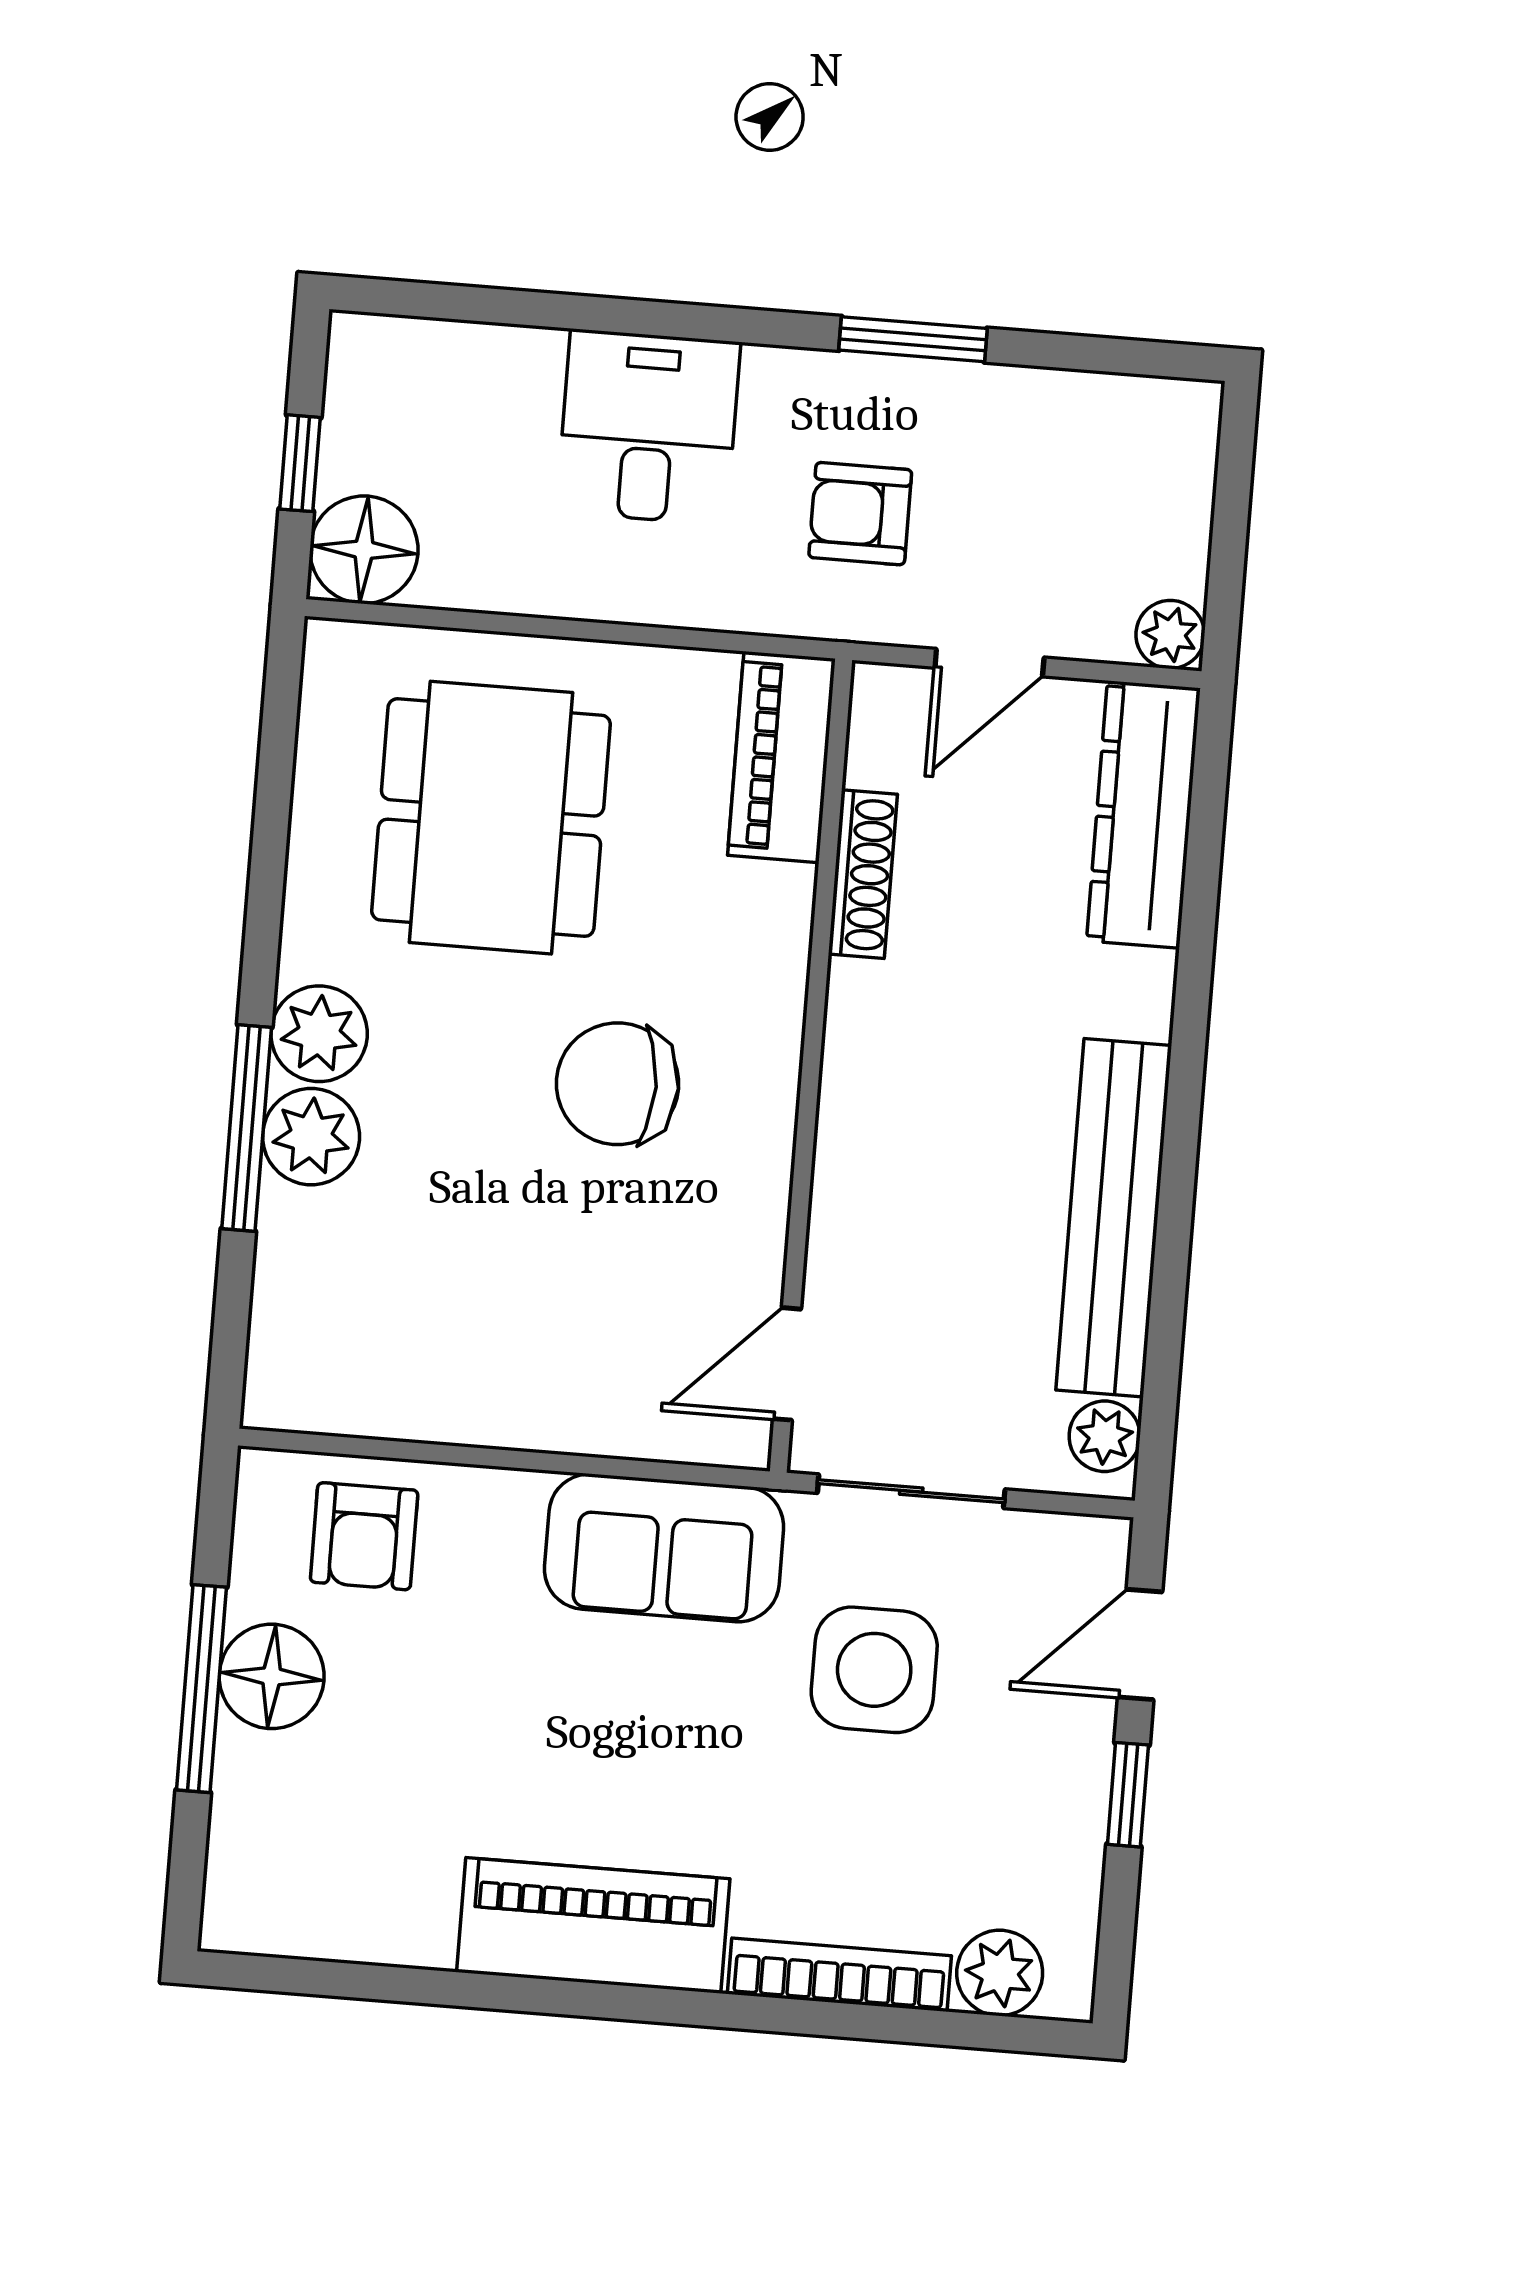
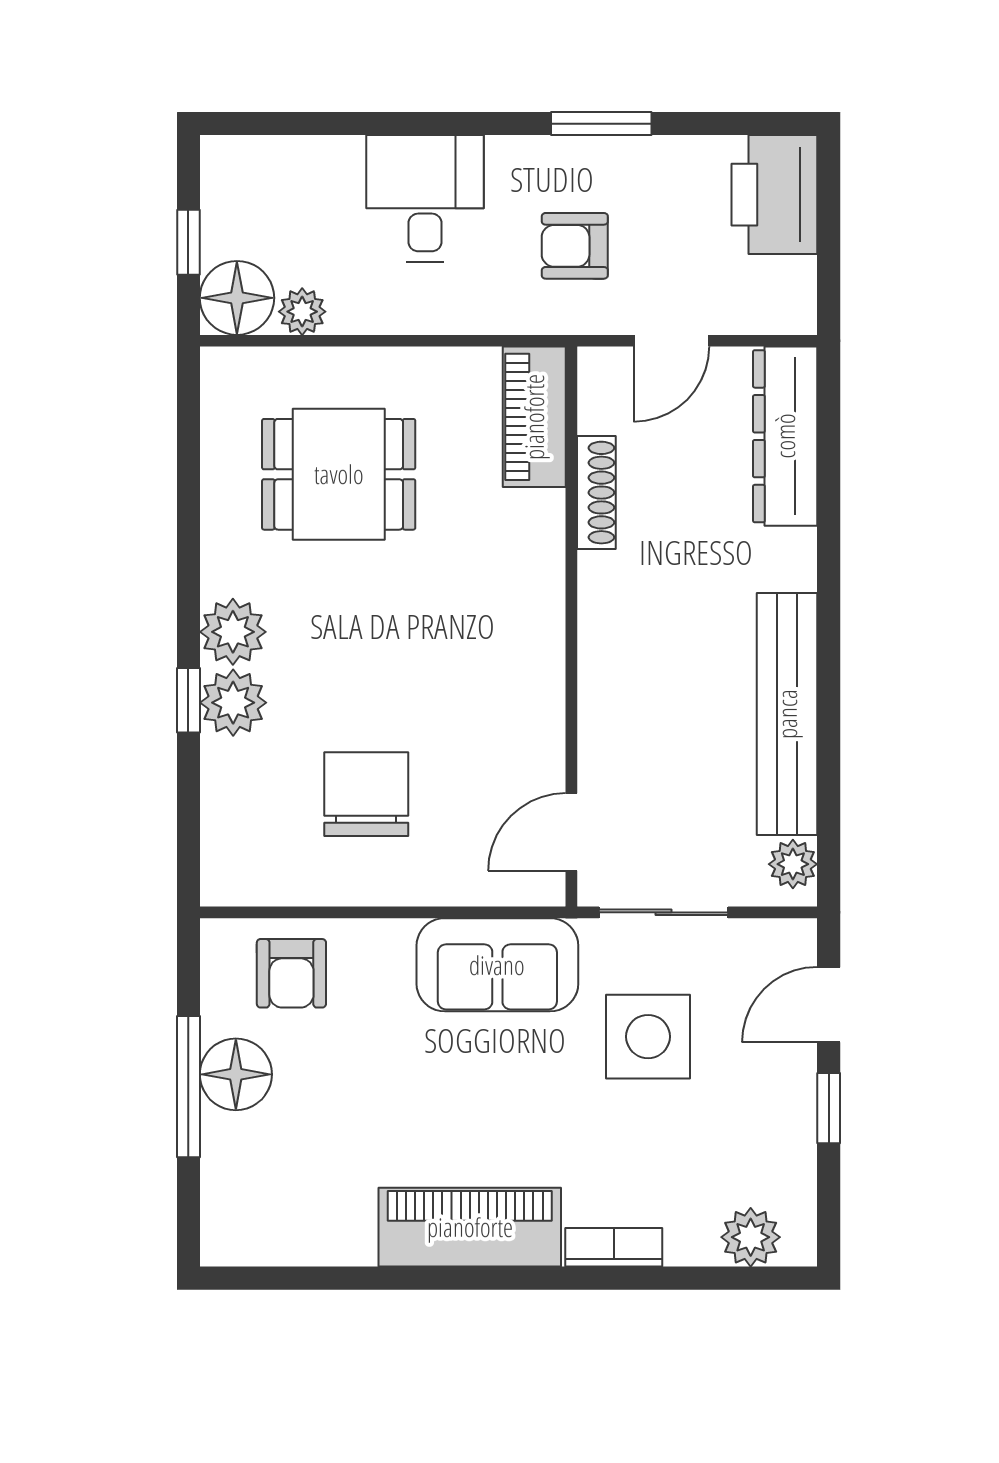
printer: (1156, 463) -> (774, 195), added
plant: (1170, 634) -> (302, 312), moved
dining table: (491, 818) -> (339, 474), width x0.73
chair: (617, 1084) -> (366, 794), moved, turned 90
window: (247, 1128) -> (188, 700), width x0.46
bookcase: (839, 1975) -> (614, 1247), width x0.64

